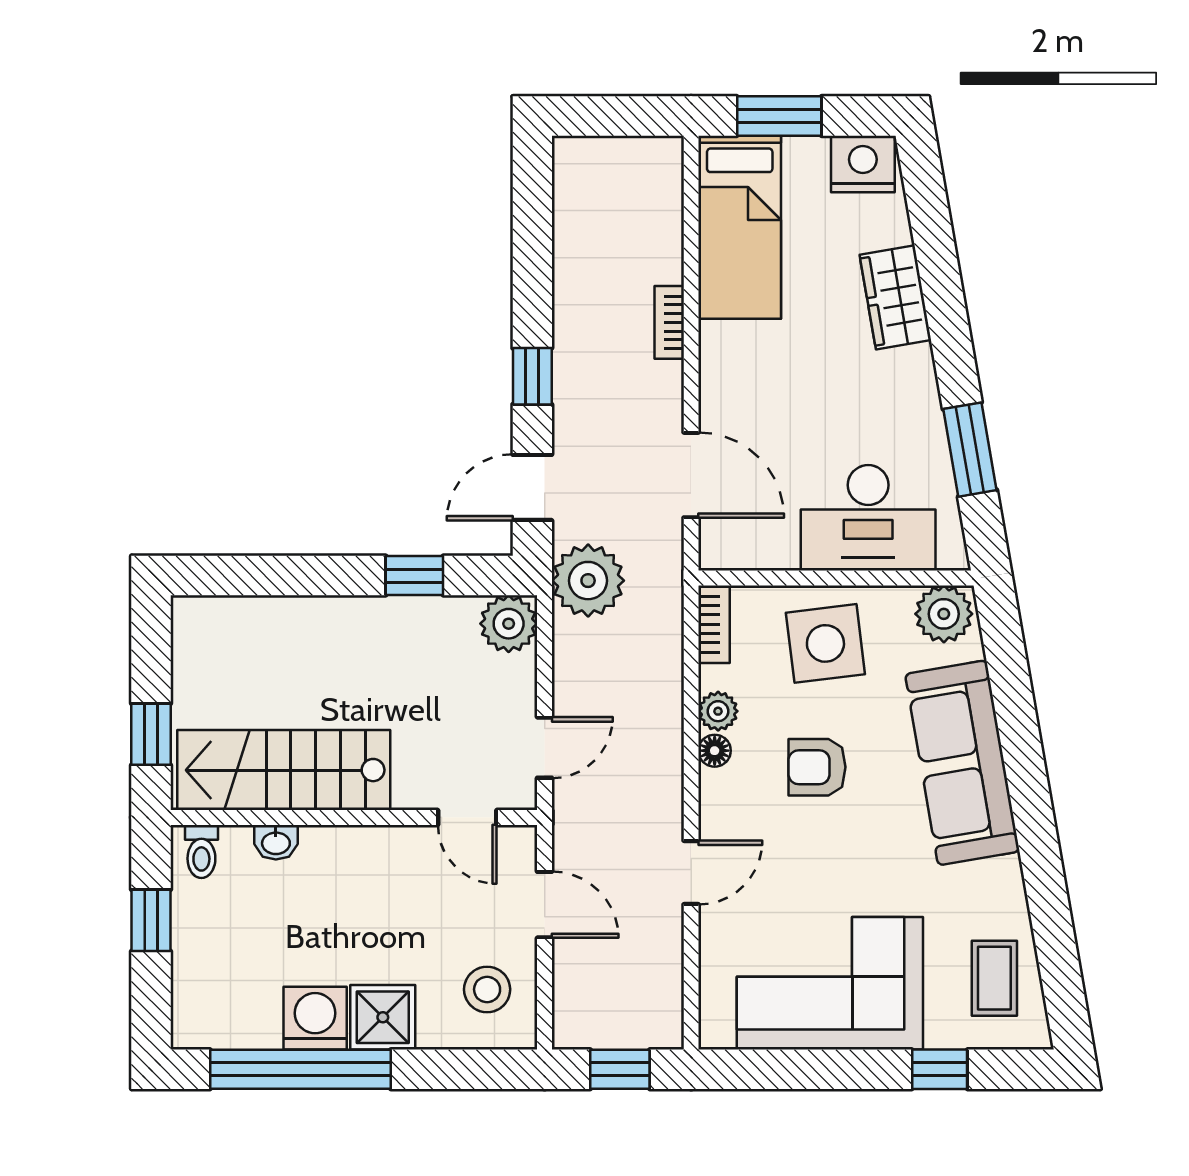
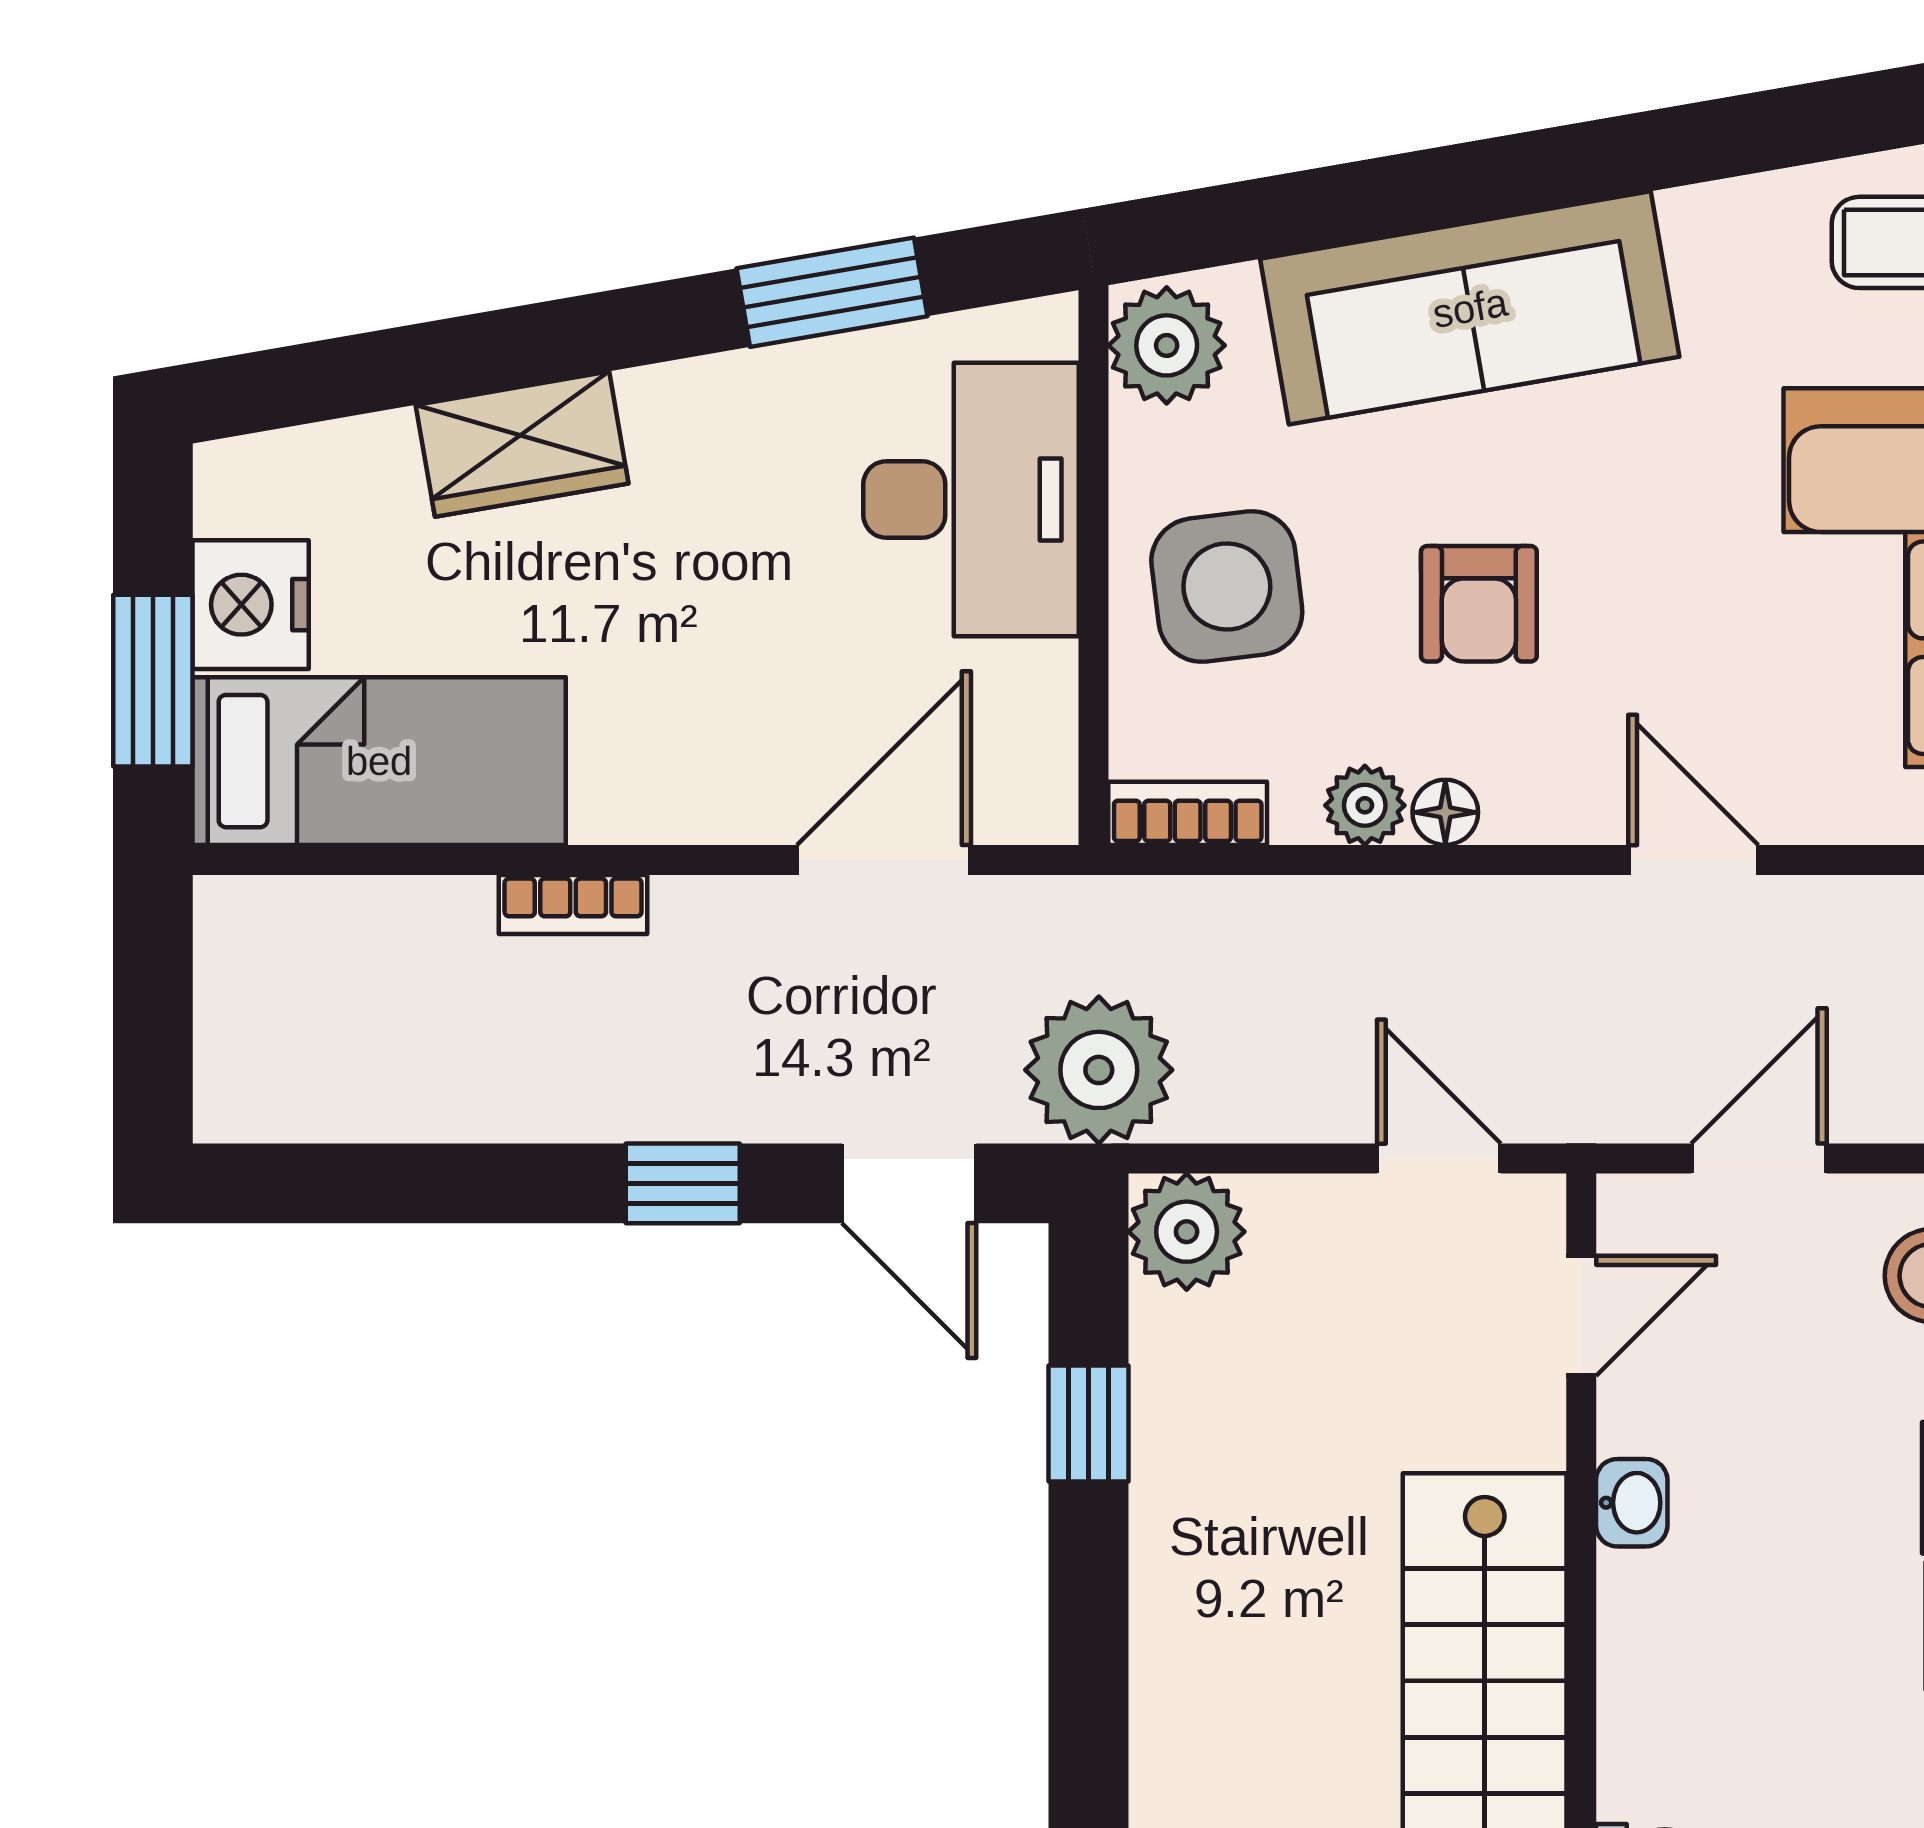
nightstand: (863, 164) -> (251, 605), moved
washbasin: (276, 842) -> (1632, 1503), moved

